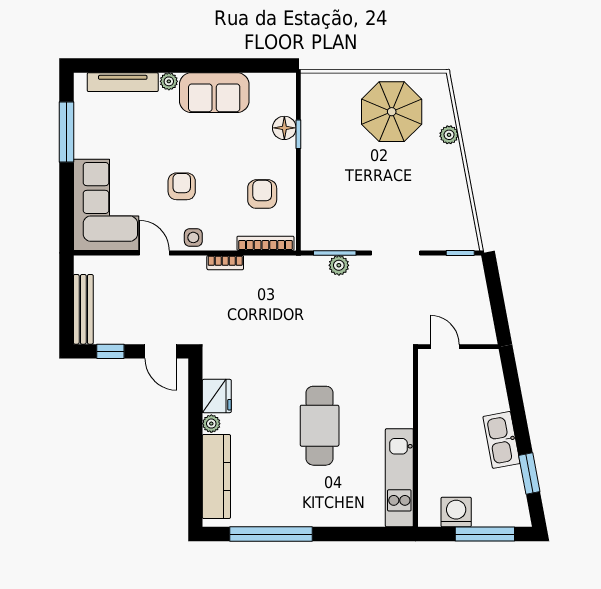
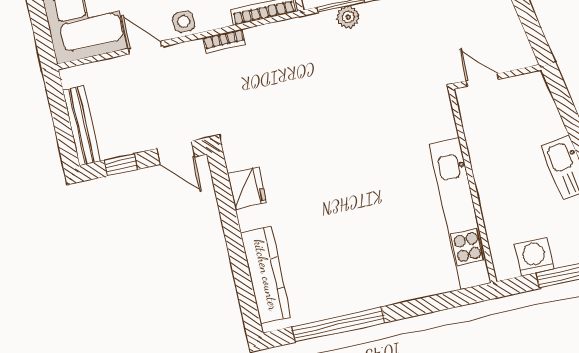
plant: (211, 424) -> (248, 219), removed
cafe table: (320, 426) -> (365, 196), removed
kitchen unit: (399, 478) -> (460, 214), width x1.36

